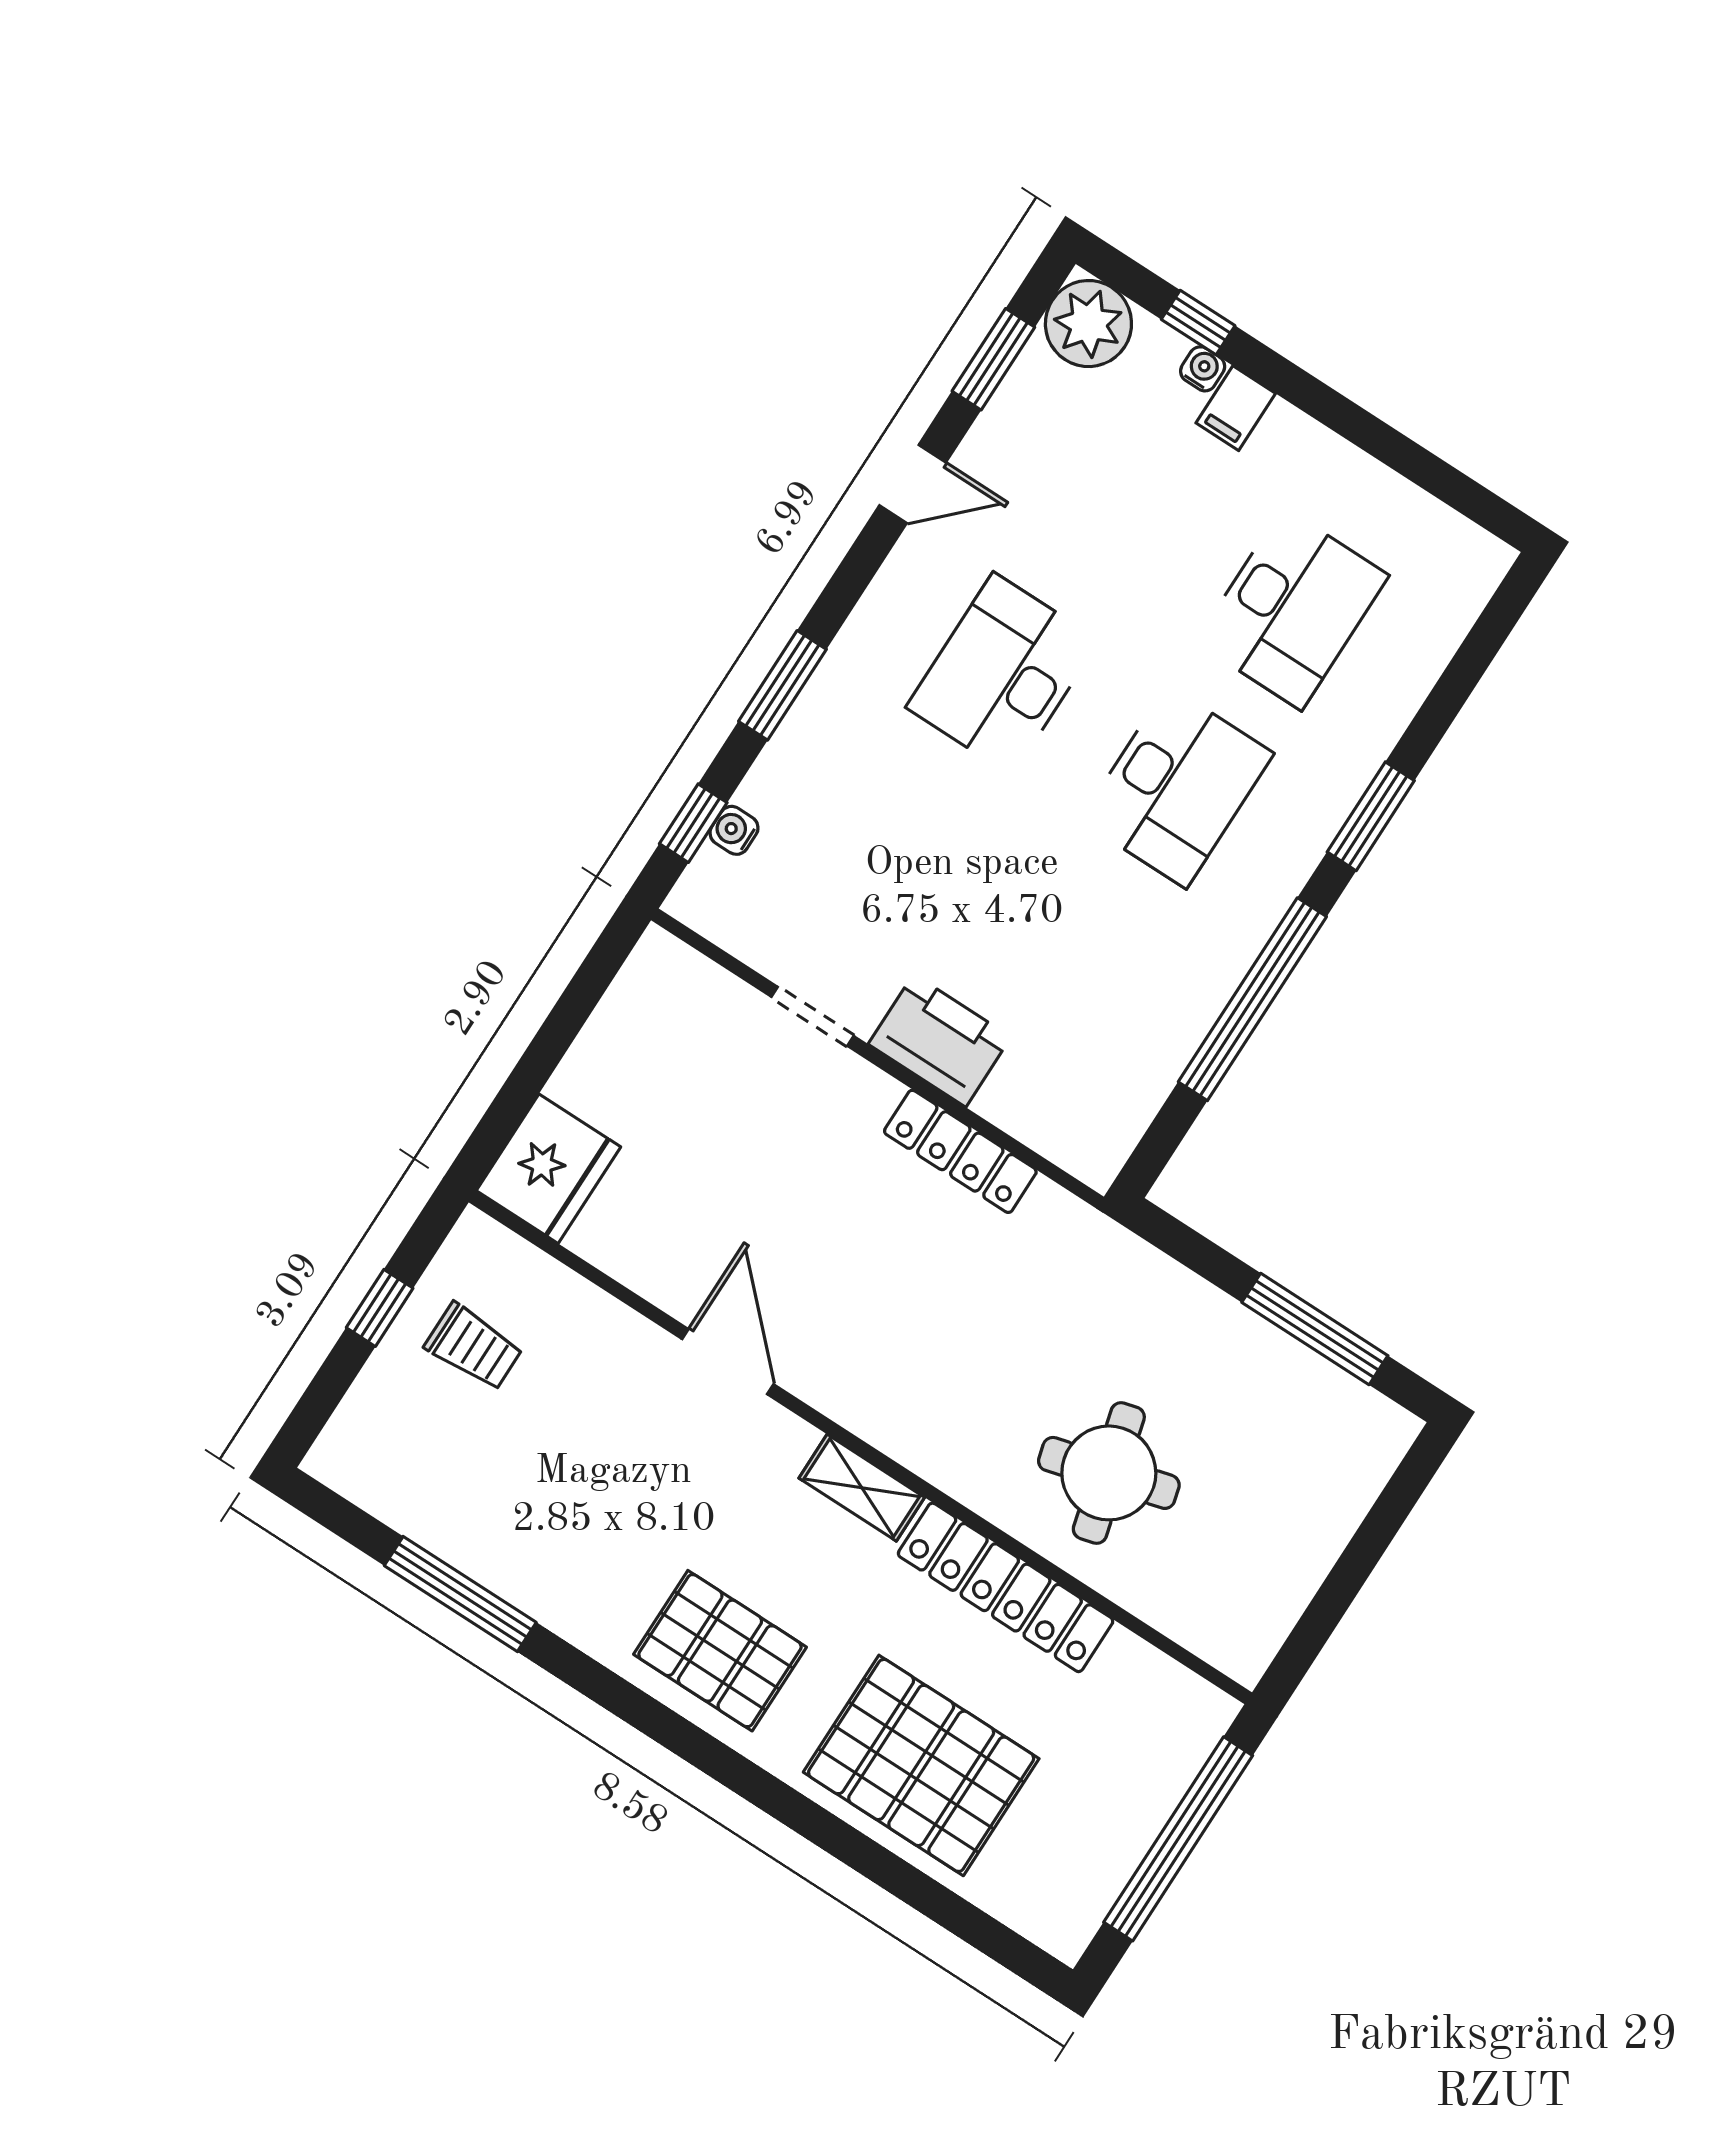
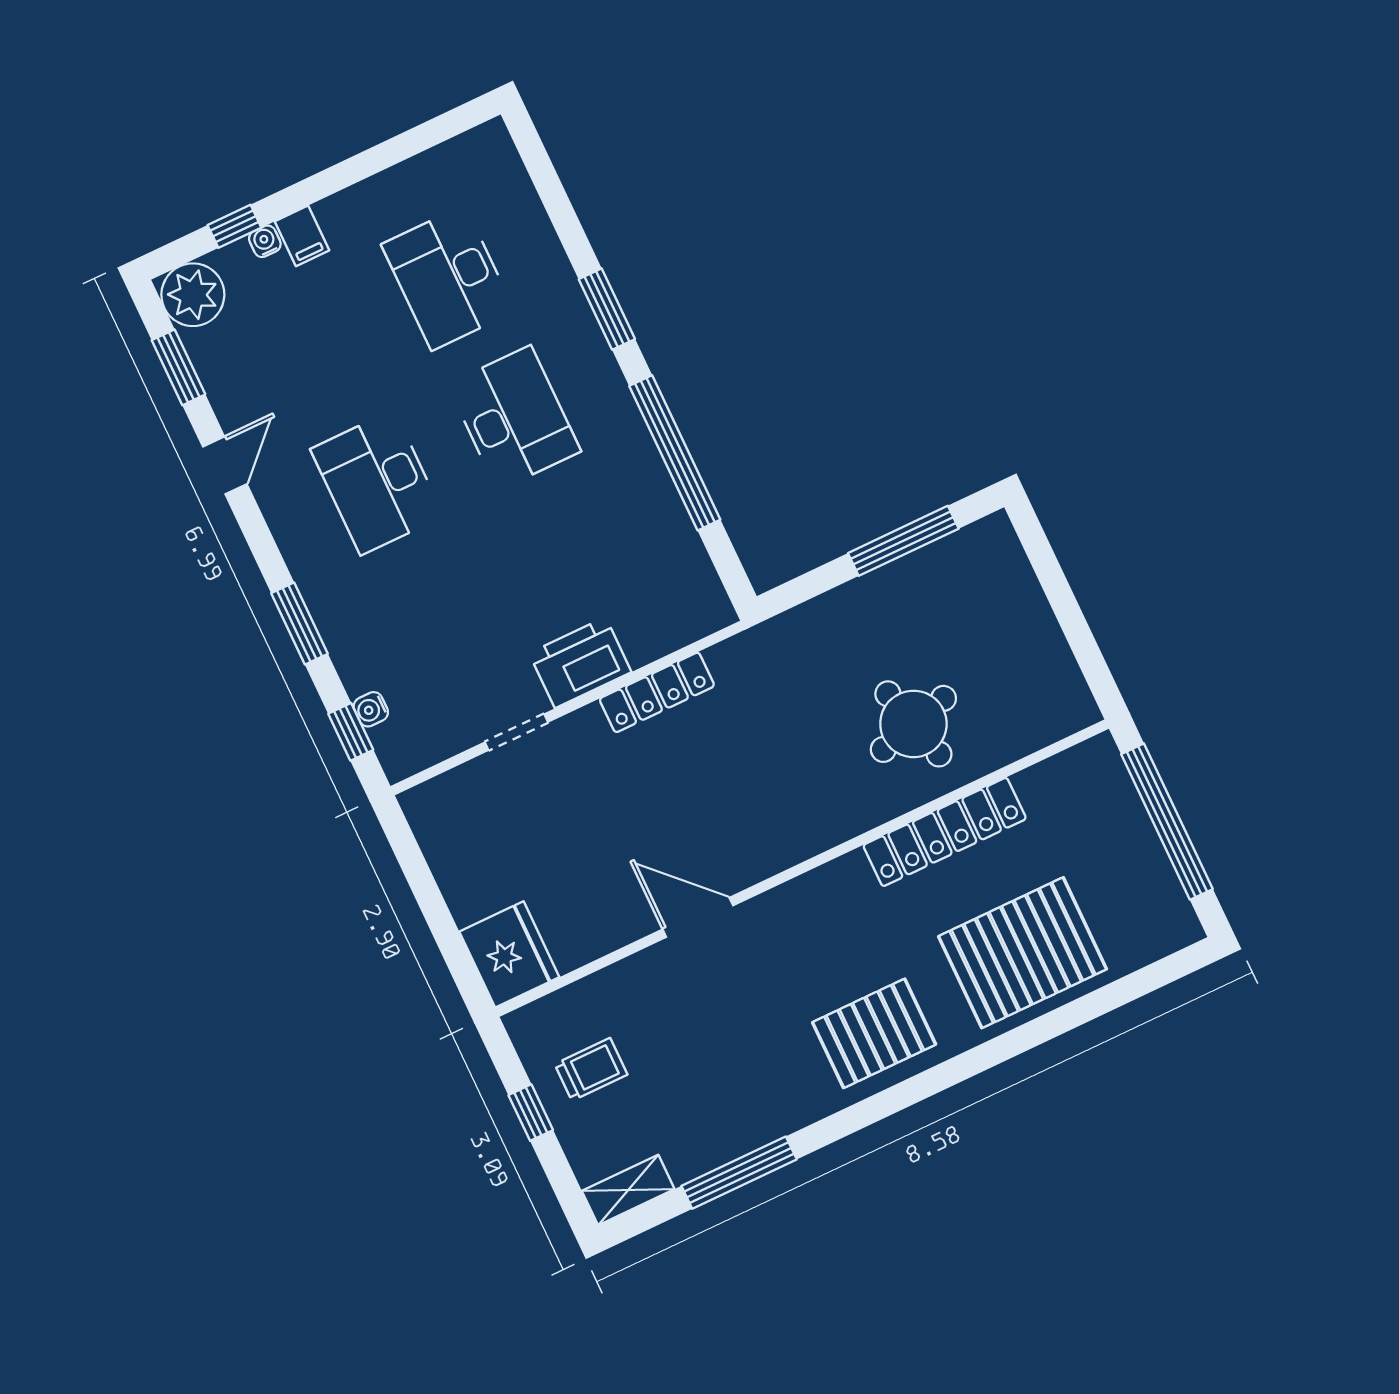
desk: (1292, 609) -> (448, 278), turned 180
shelving: (862, 1488) -> (628, 1190), moved

